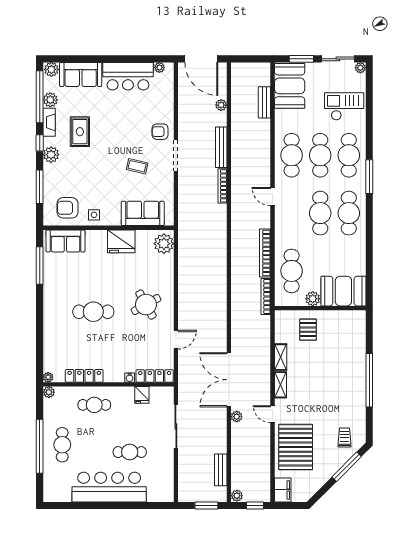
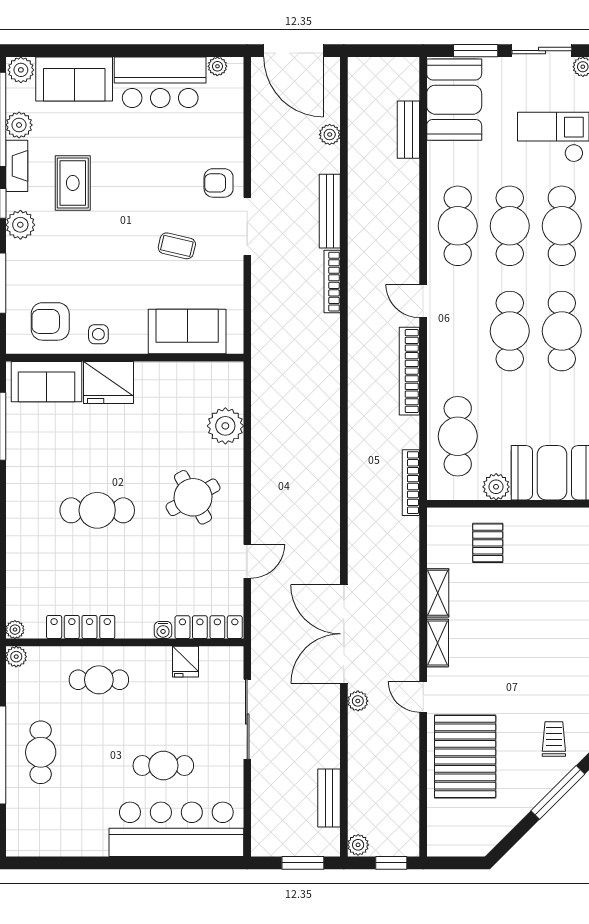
fridge: (121, 241) -> (109, 382), moved
plant: (164, 244) -> (225, 426), moved
bookcase: (265, 253) -> (409, 371), moved
bar counter: (109, 487) -> (176, 829), moved
filing cabinet: (283, 490) -> (442, 834), removed

